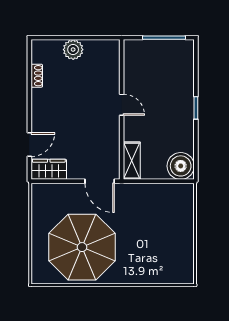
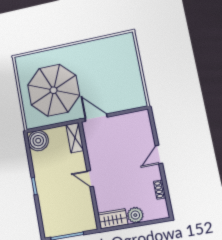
door: (29, 145) -> (159, 154), moved
wardrobe: (49, 169) -> (113, 219), moved, turned 180
parasol: (82, 247) -> (54, 90), moved

